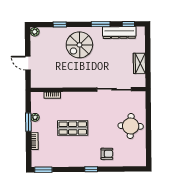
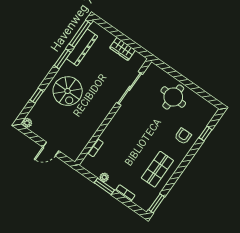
window: (128, 24) -> (80, 34), width x2.17
shop shelf: (73, 128) -> (157, 169), moved
window: (91, 169) -> (205, 134), moved

